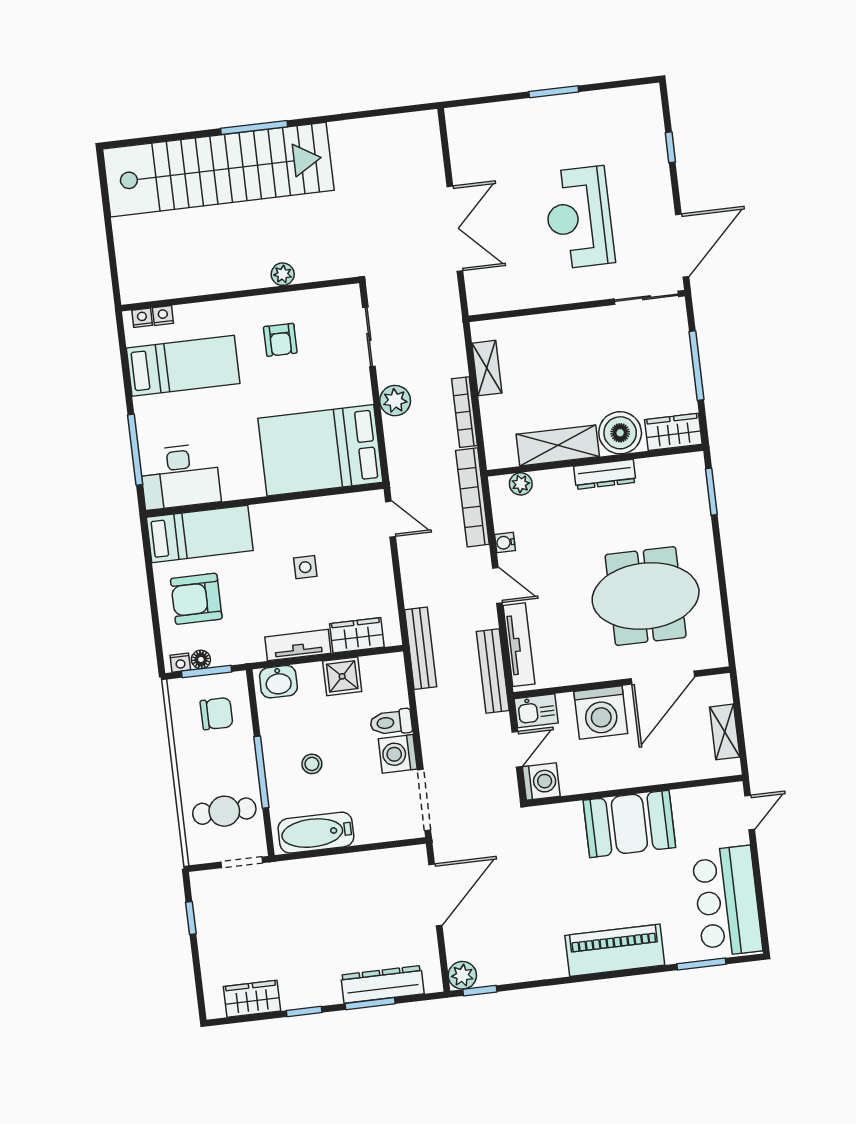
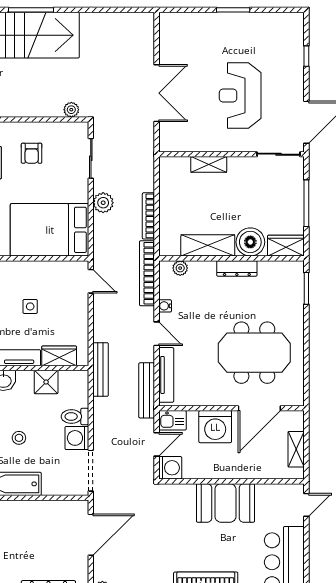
plant: (283, 274) -> (71, 110), moved
shelving: (487, 368) -> (209, 164), moved, turned 90

